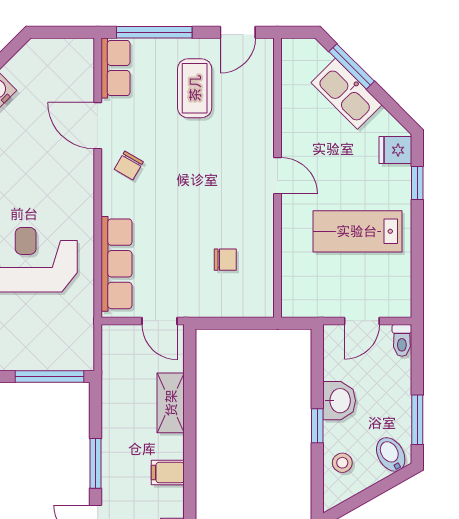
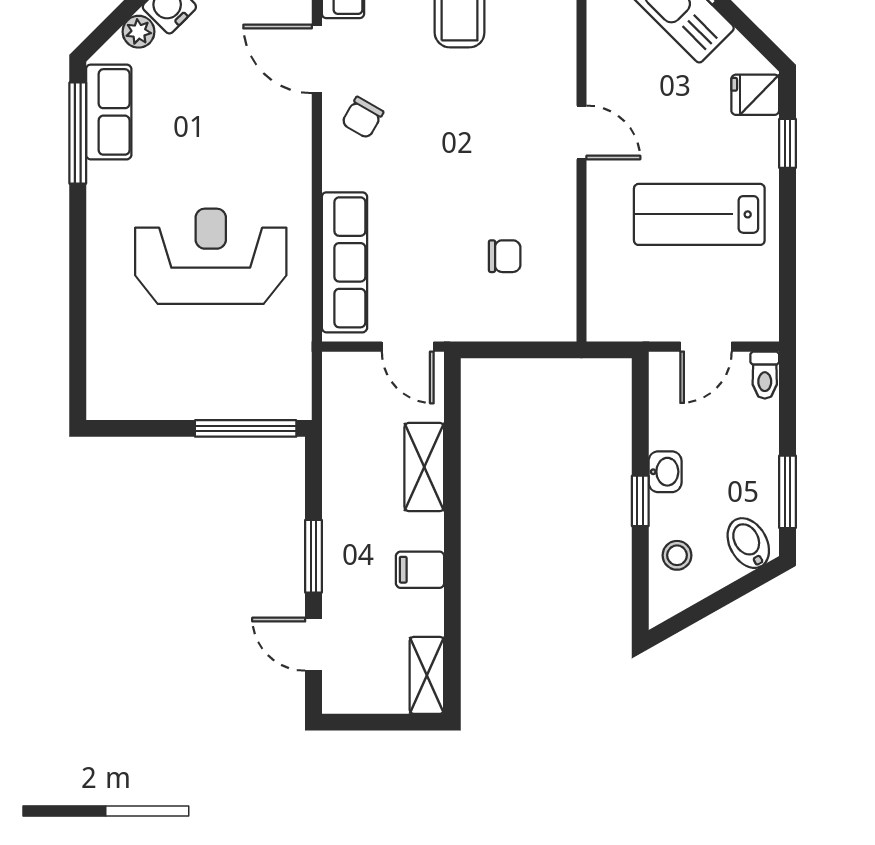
washbasin: (339, 401) -> (665, 472), width x0.72, depth x0.69

